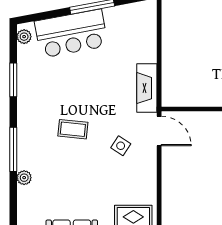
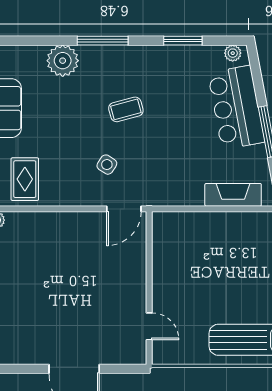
fireplace: (147, 88) -> (233, 195), moved
coffee table: (73, 129) -> (126, 109), turned 69
plant: (24, 178) -> (63, 61), width x1.87, depth x1.87

